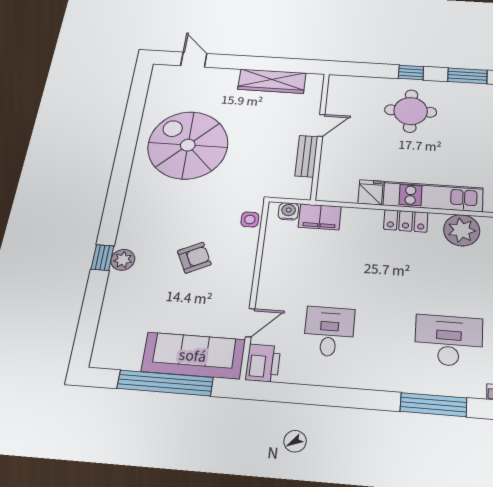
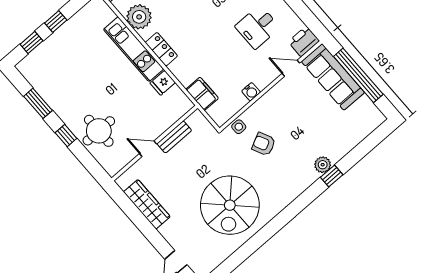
round table: (411, 111) -> (99, 131), moved
water cooler: (288, 211) -> (251, 92), moved, turned -90
armchair: (194, 258) -> (264, 144), moved

